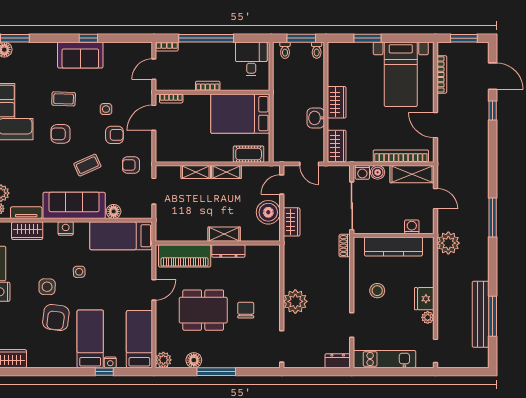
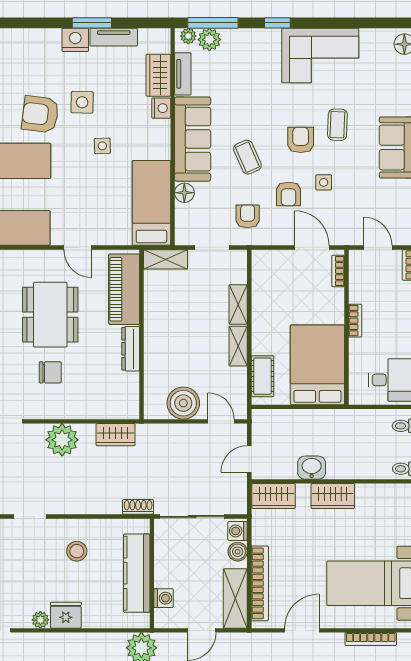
armchair: (61, 134) -> (301, 140), moved
wardrobe: (292, 222) -> (116, 435), moved
nightstand: (66, 229) -> (161, 108), moved
shelving: (224, 234) -> (165, 259), moved, turned 90

